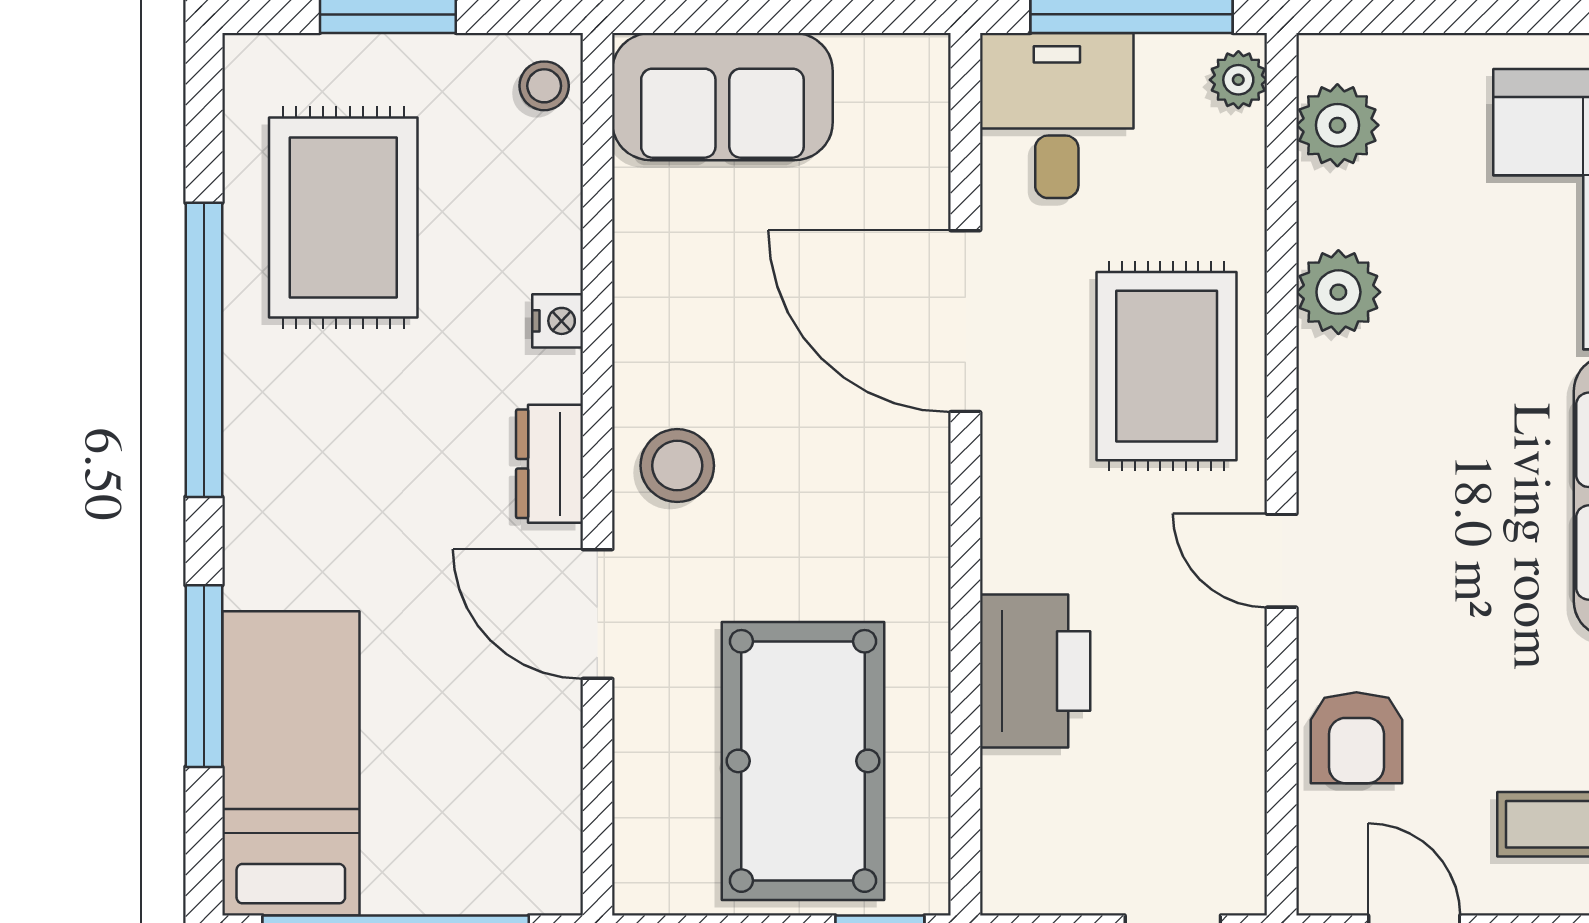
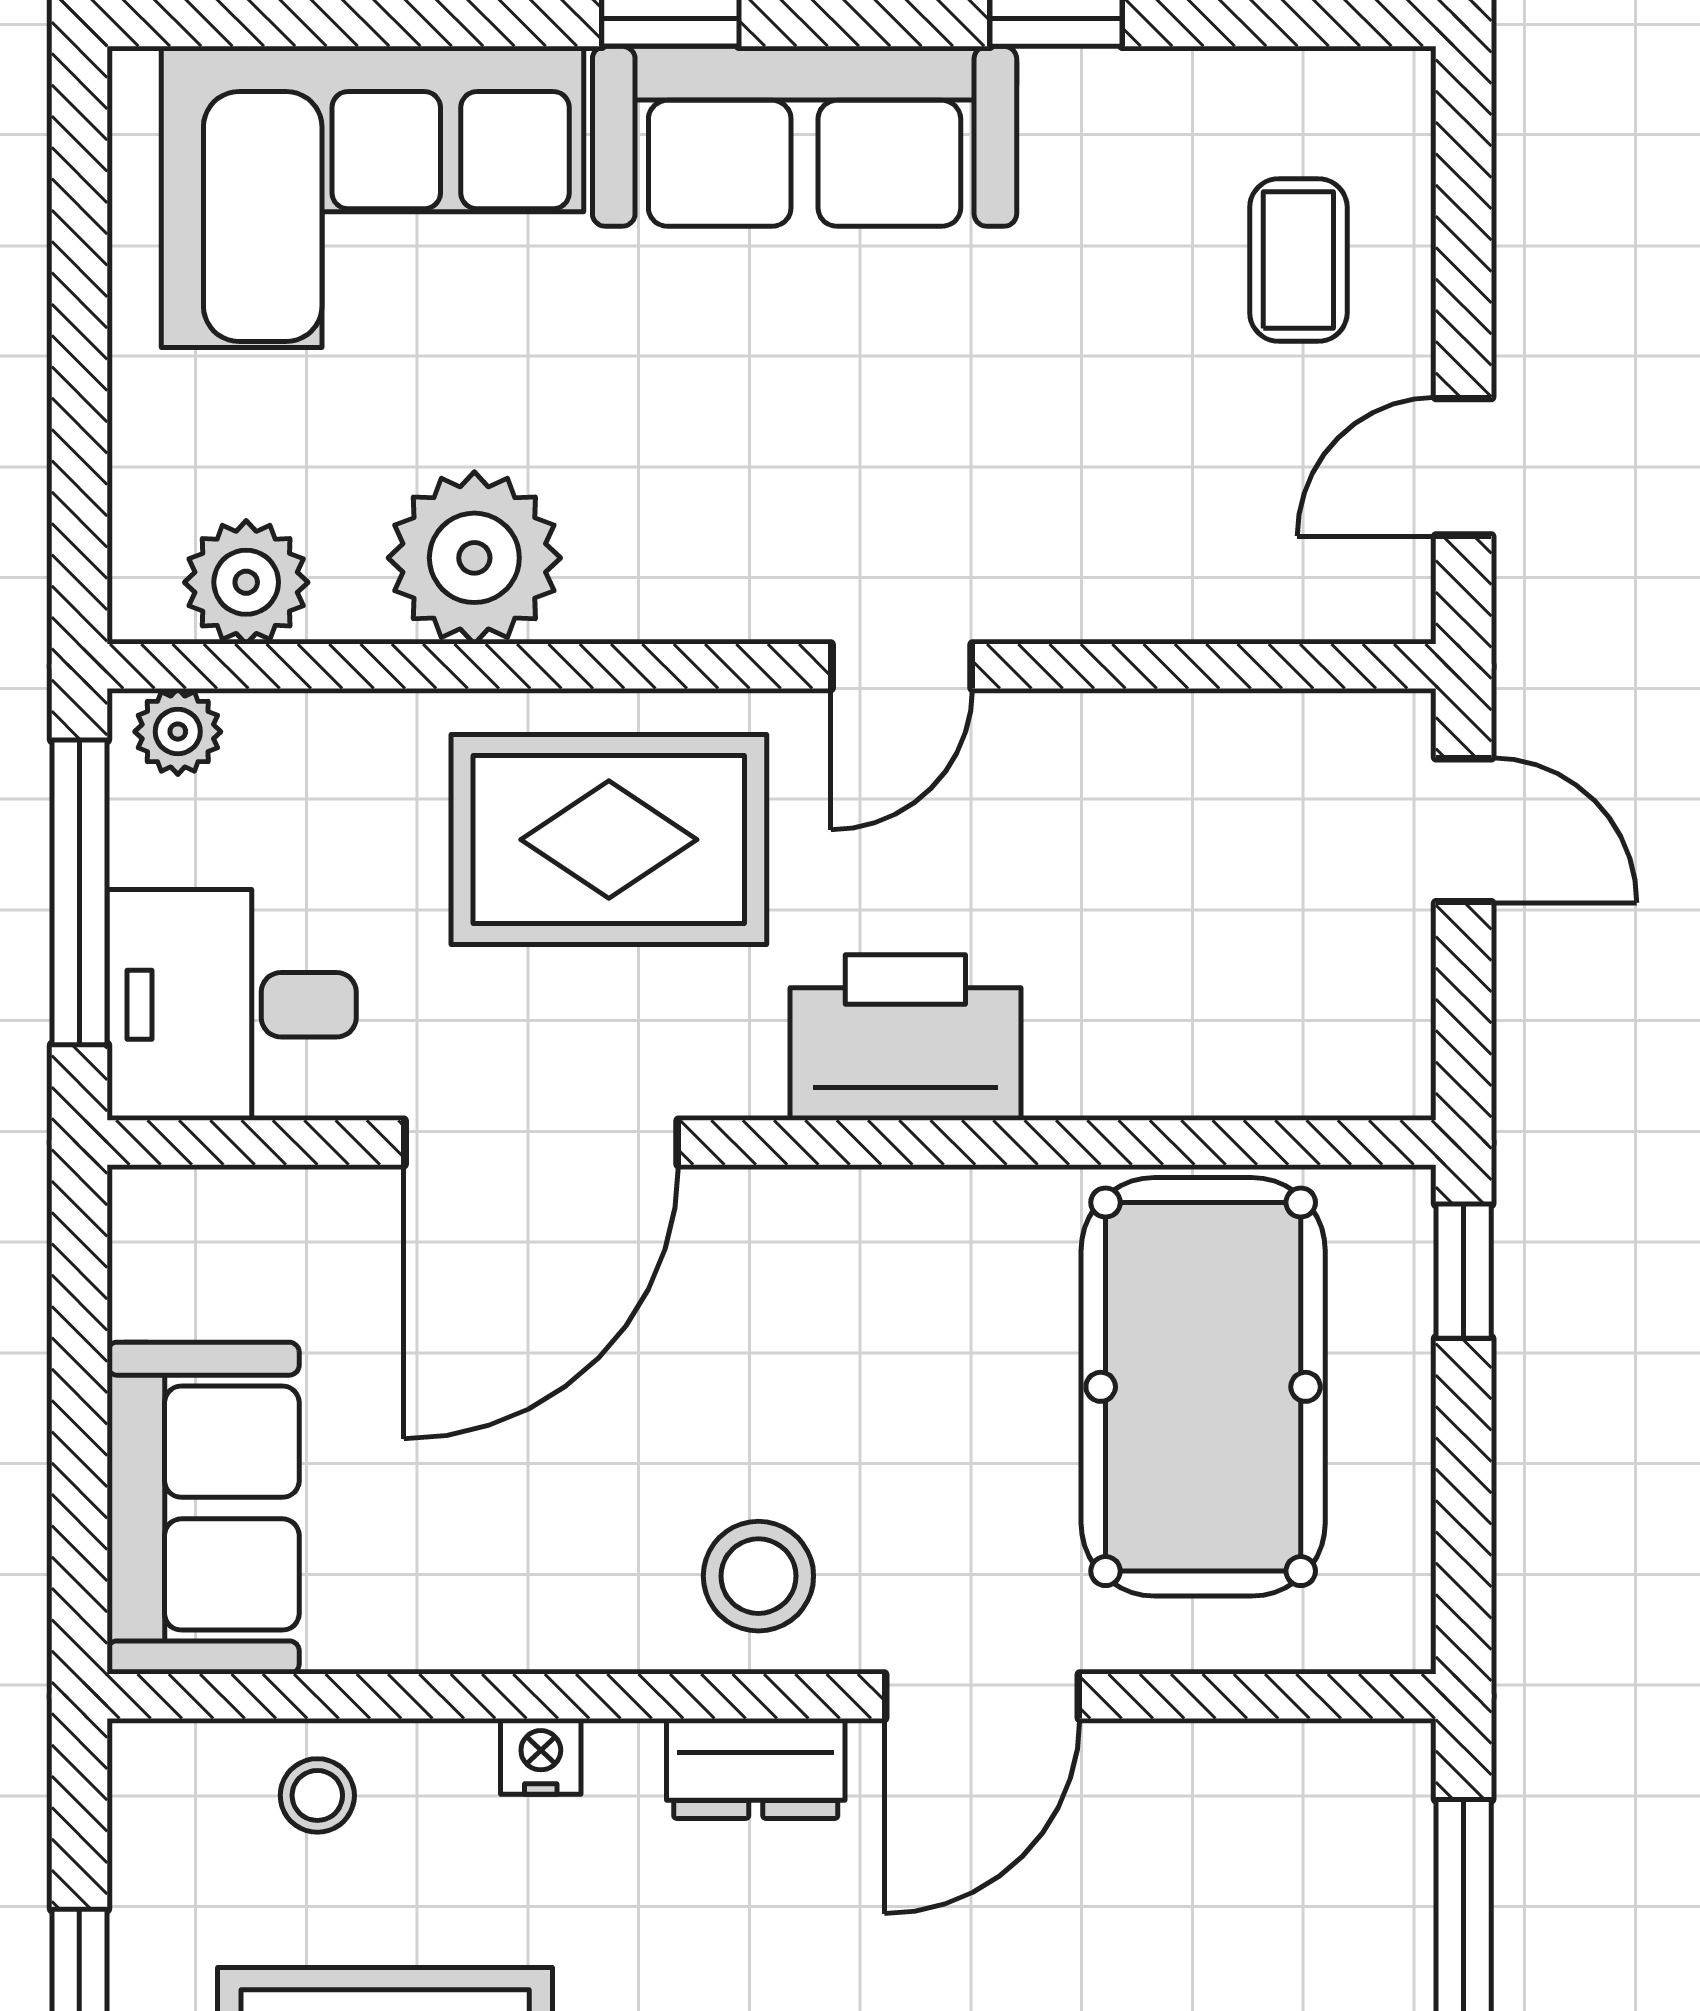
stool: (544, 86) -> (317, 1795), moved
plant: (1338, 292) -> (474, 558), width x1.36, depth x1.36
printer: (1035, 671) -> (905, 1037), moved
armchair: (1356, 738) -> (1168, 554), removed
pool table: (803, 761) -> (1203, 1387), turned 90

